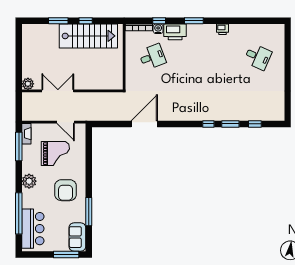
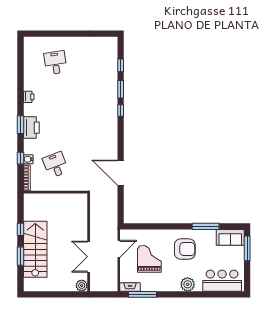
printer: (175, 32) -> (31, 128), moved
stairs: (88, 36) -> (35, 249), moved
desk: (258, 57) -> (55, 63), turned -33
plant: (29, 181) -> (188, 284), moved
window: (19, 213) -> (207, 294), removed

